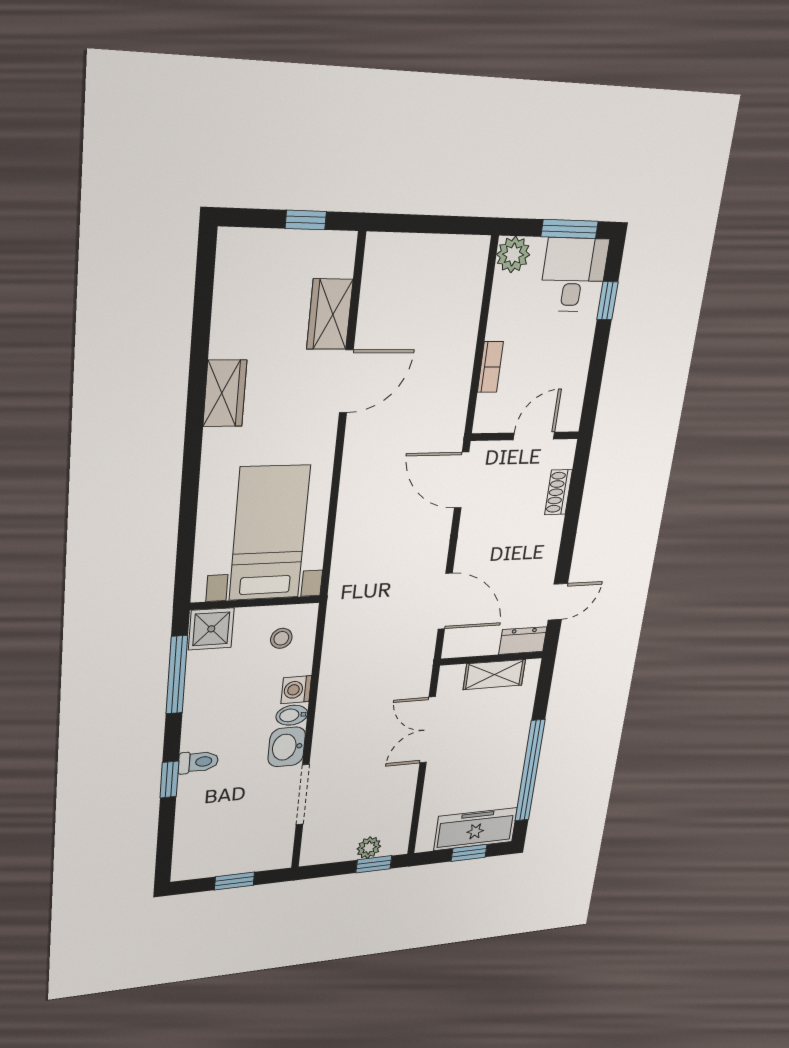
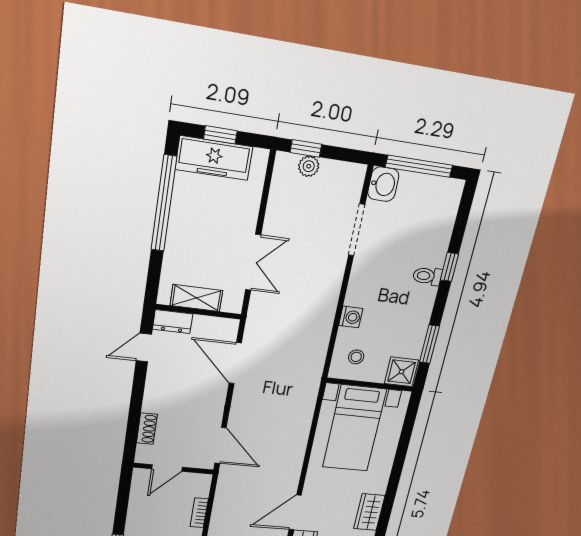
window: (177, 675) -> (429, 344), width x0.69
bidet: (292, 715) -> (356, 298), removed
washbasin: (287, 747) -> (383, 184), moved
window: (234, 881) -> (419, 166), width x2.17

